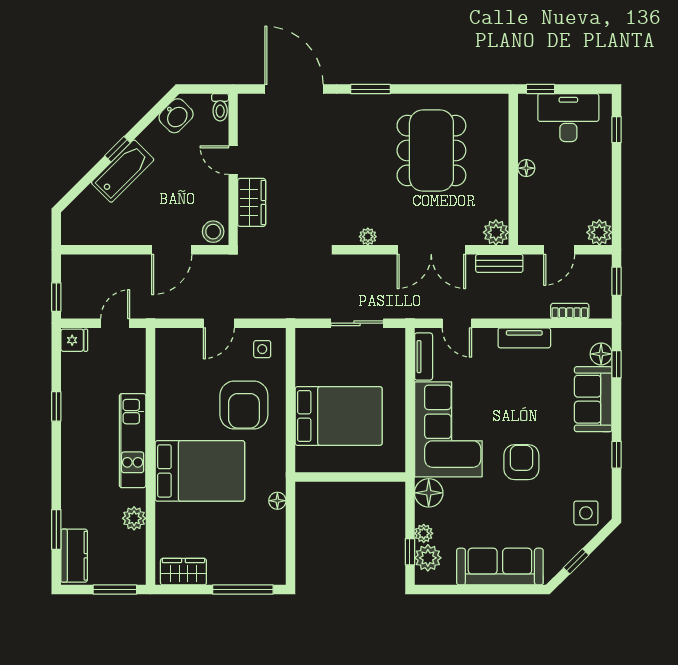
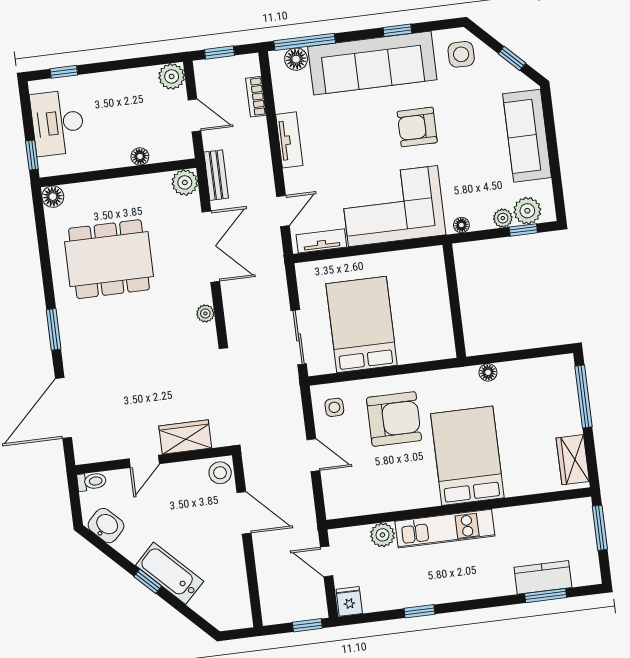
floor lamp: (498, 104) -> (53, 197), added
floor lamp: (526, 168) -> (140, 156), moved
sliding door: (357, 323) -> (299, 337), moved
window: (617, 364) -> (305, 42), width x2.17
sofa: (593, 399) -> (372, 63), width x1.85, depth x1.27
bed: (339, 416) -> (361, 324), moved
floor lamp: (429, 493) -> (461, 225), width x0.53, depth x0.53
plant: (134, 518) -> (382, 535), moved
kitchen counter: (74, 556) -> (543, 577), moved

